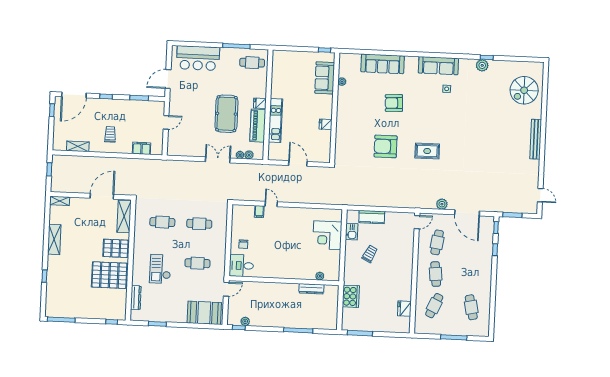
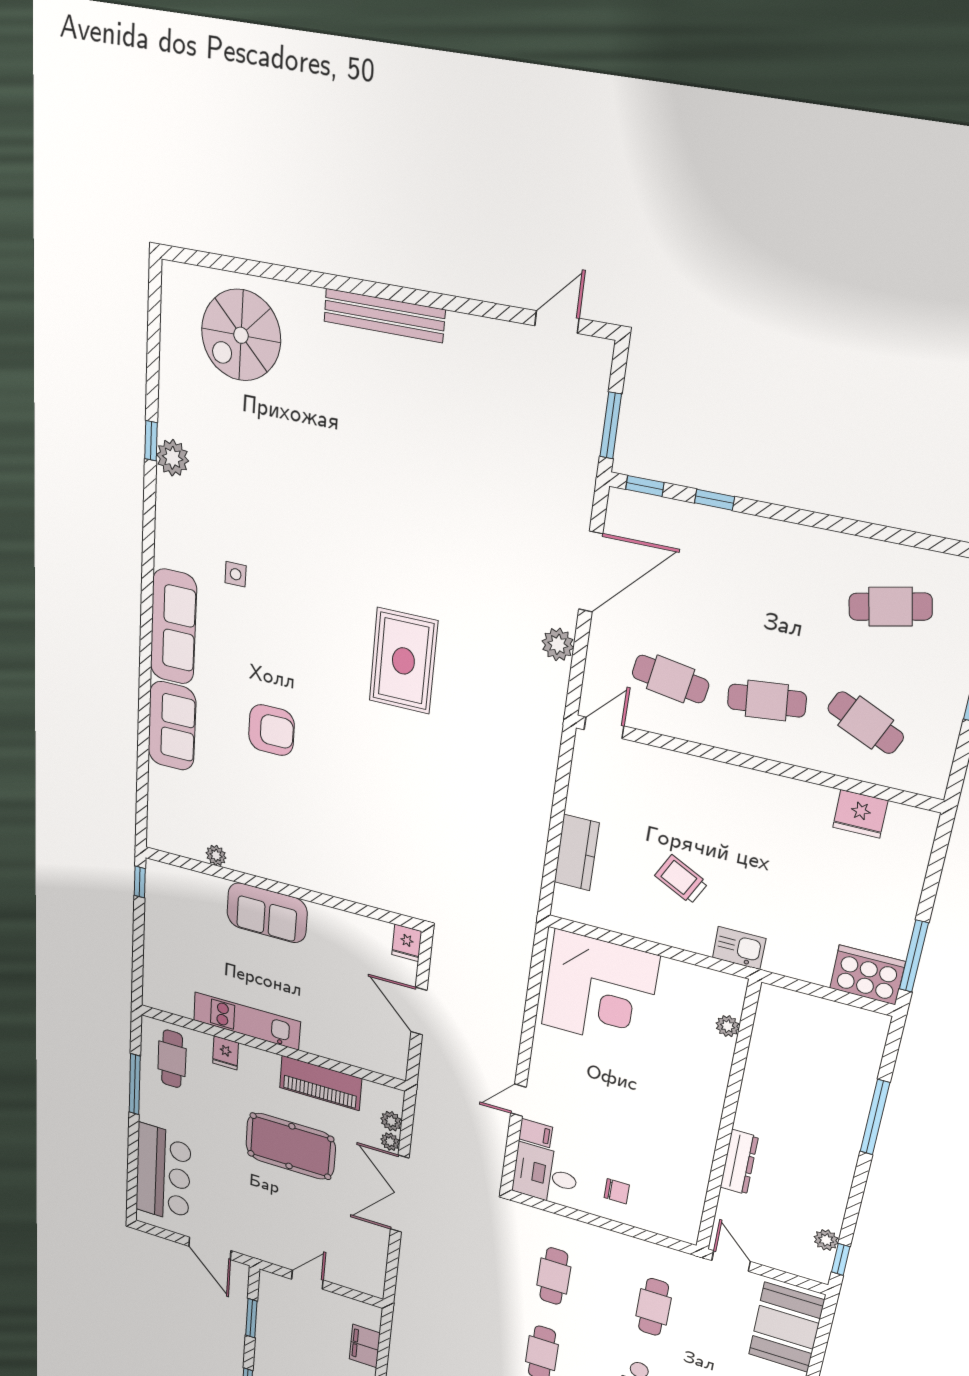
sofa: (383, 64) -> (172, 726), width x0.73
sofa: (438, 66) -> (173, 627), moved
sofa: (325, 78) -> (267, 913), moved
spiral stairs: (524, 90) -> (241, 335), turned 90
fridge: (260, 103) -> (225, 1053), moved
armchair: (394, 103) -> (271, 730), turned -87
kitchen unit: (276, 121) -> (247, 1021), moved
door: (166, 122) -> (307, 1280), hinge flipped
fridge: (326, 124) -> (407, 943), moved
armchair: (386, 146) -> (385, 776), removed
rug: (427, 151) -> (403, 661), width x1.36, depth x1.43
double door: (218, 160) -> (400, 1194), width x1.37
door: (298, 163) -> (419, 1011), hinge flipped
door: (417, 222) -> (604, 728), hinge flipped
kitchen sink: (352, 232) -> (739, 948), moved
corner desk: (327, 235) -> (600, 990), width x1.36, depth x1.36
desk: (241, 266) -> (545, 1175), moved, turned 90
dresser: (311, 289) -> (739, 1162), moved
cooker: (351, 296) -> (867, 975), moved

